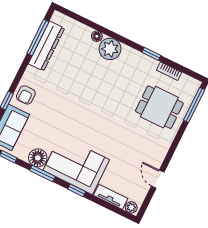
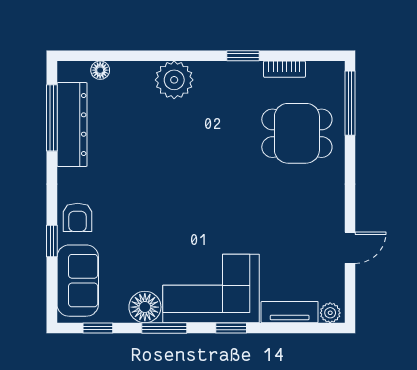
floor lamp: (97, 36) -> (100, 70), moved
door: (158, 179) -> (350, 248), swing flipped

